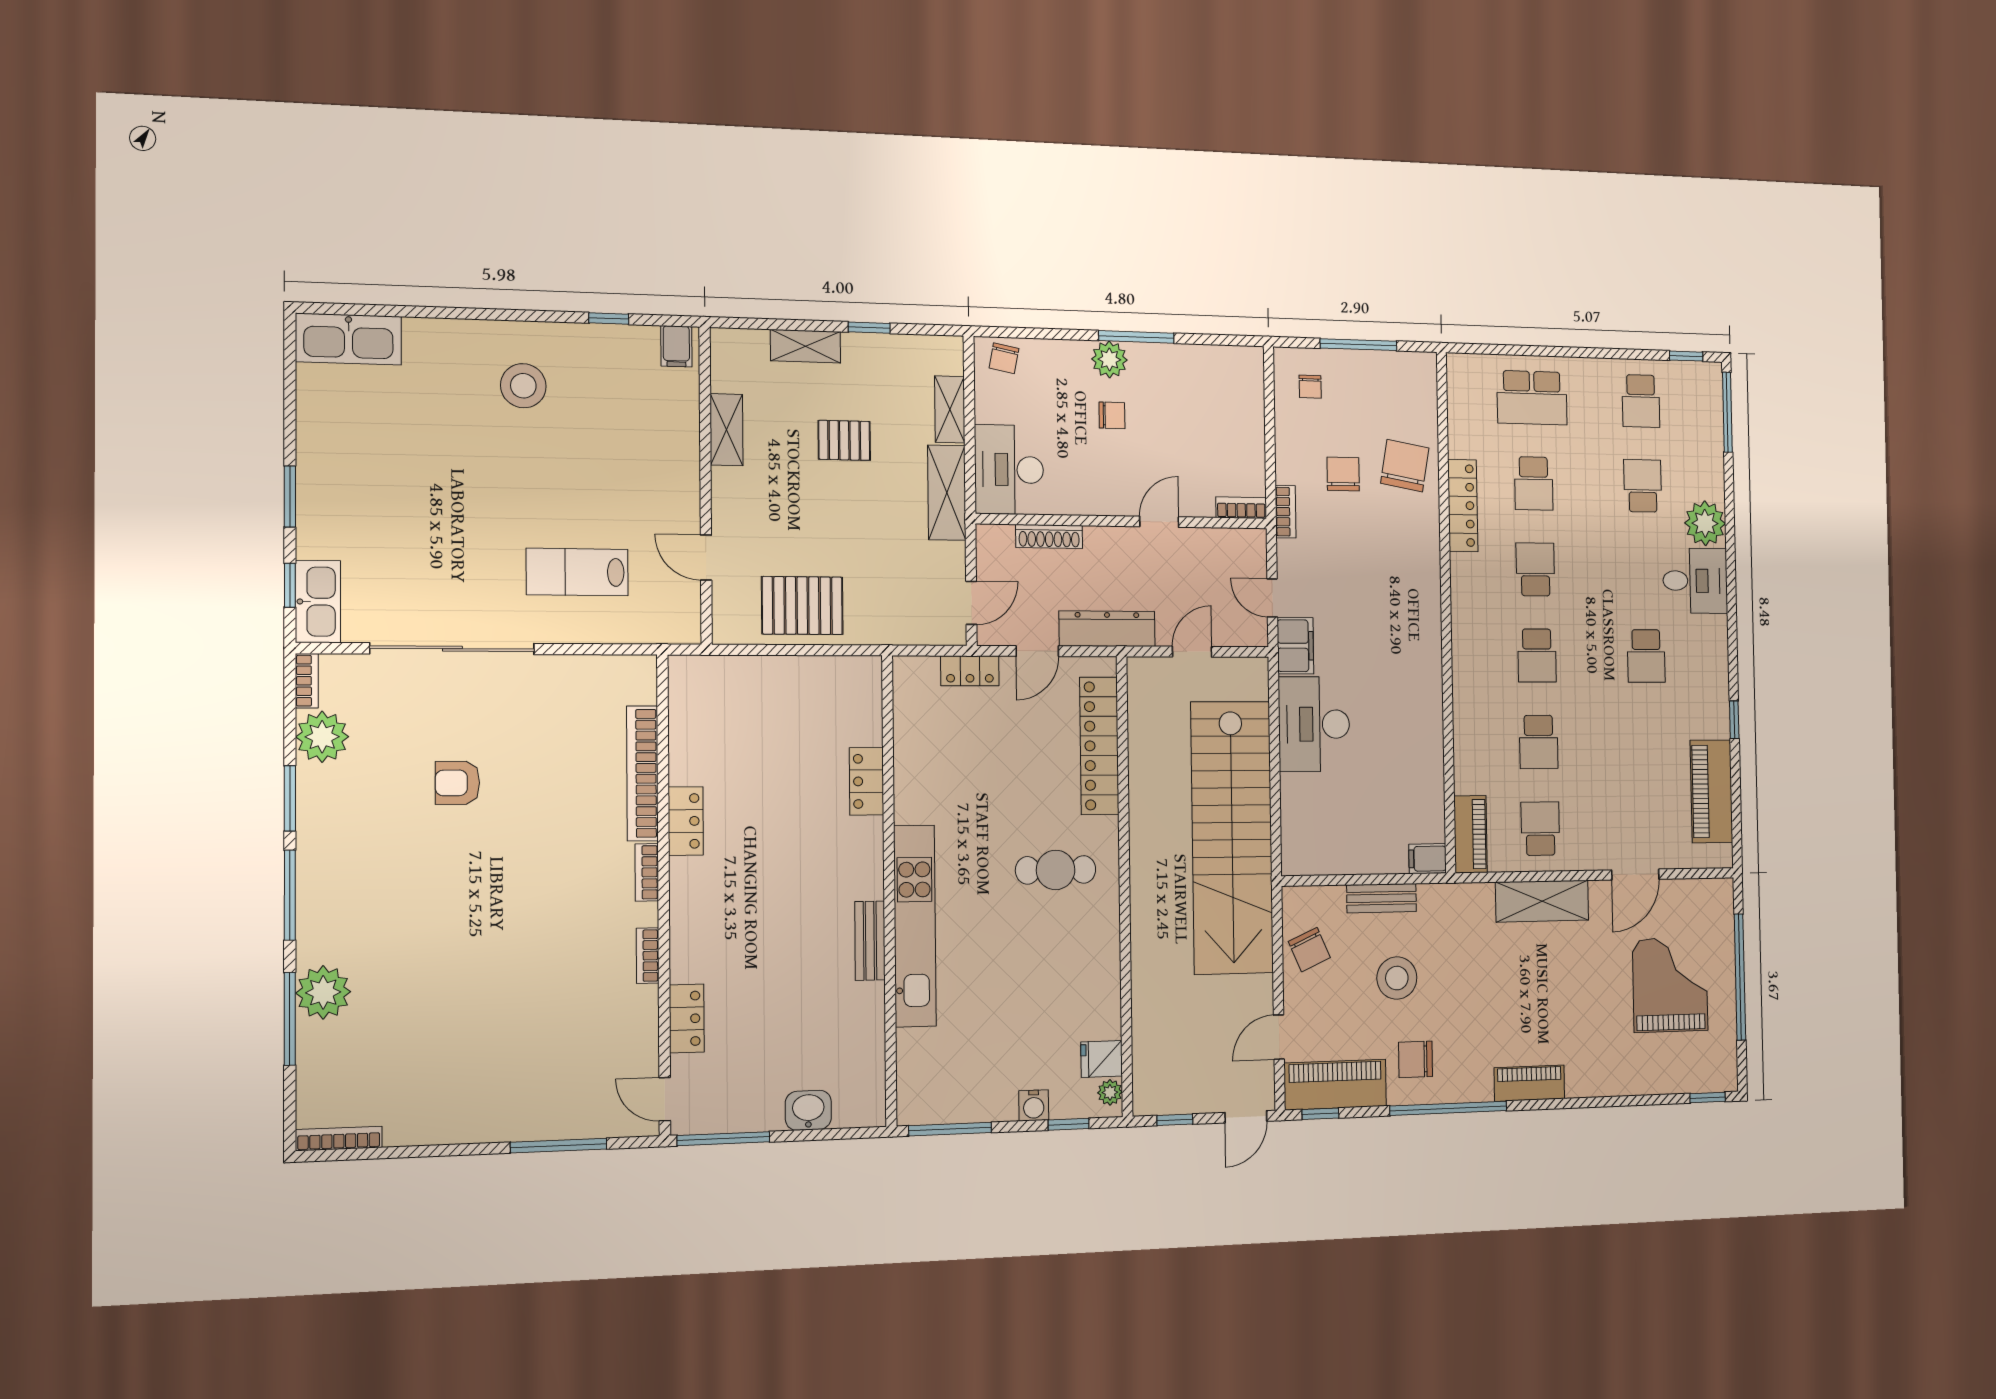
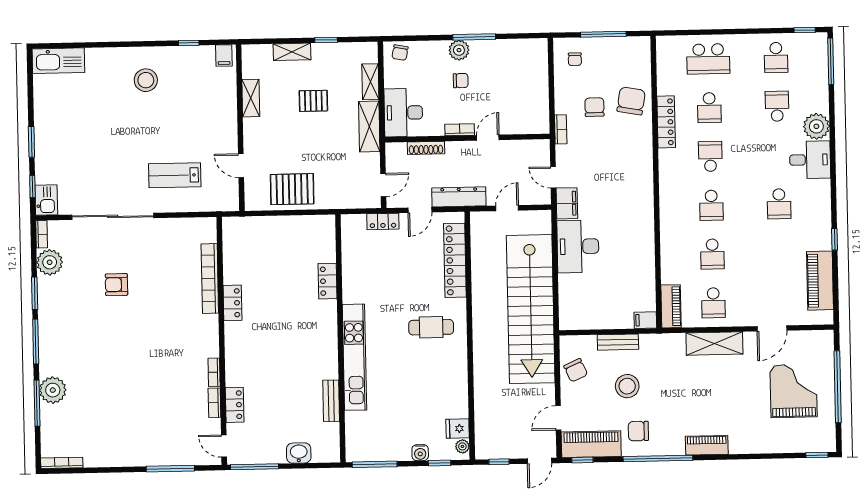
bookcase: (1241, 508) -> (460, 130), moved
kitchen sink: (318, 602) -> (46, 200), width x0.73
school desk: (1540, 829) -> (713, 303), turned 180
bookcase: (647, 872) -> (214, 403), moved
bench: (870, 941) -> (331, 401), moved

